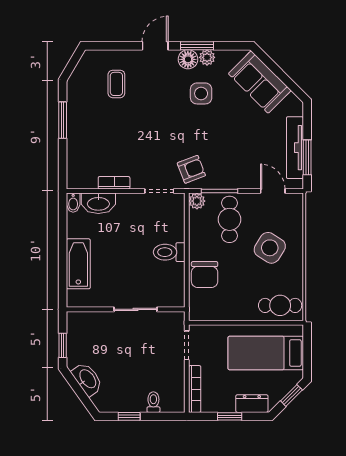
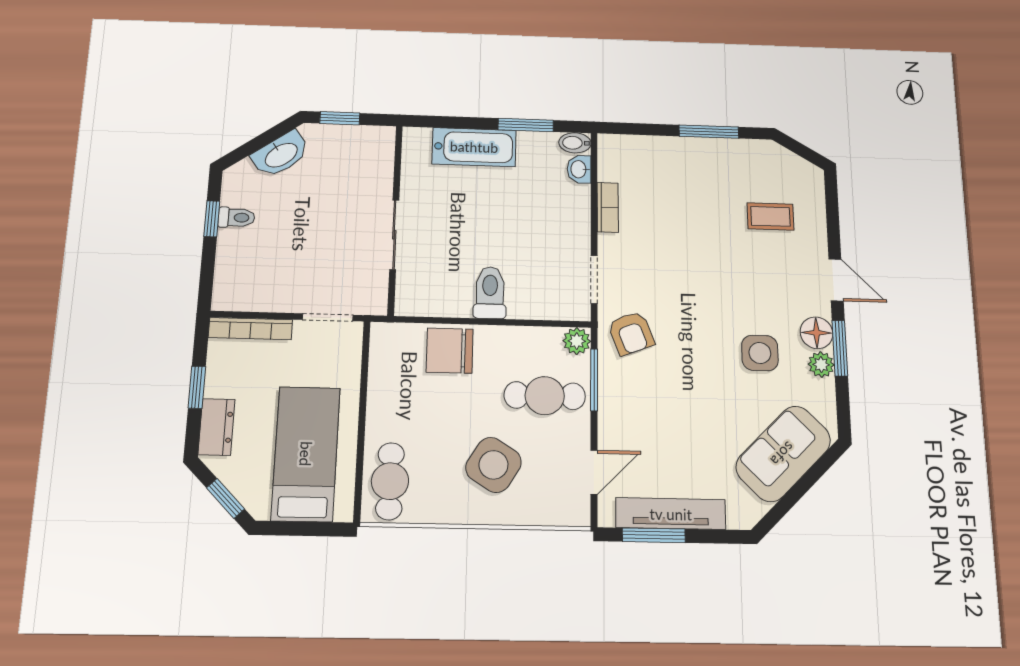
washbasin: (98, 203) -> (579, 169), width x0.52, depth x0.69
window: (63, 233) -> (526, 125), added
toilet: (153, 402) -> (236, 217), moved

